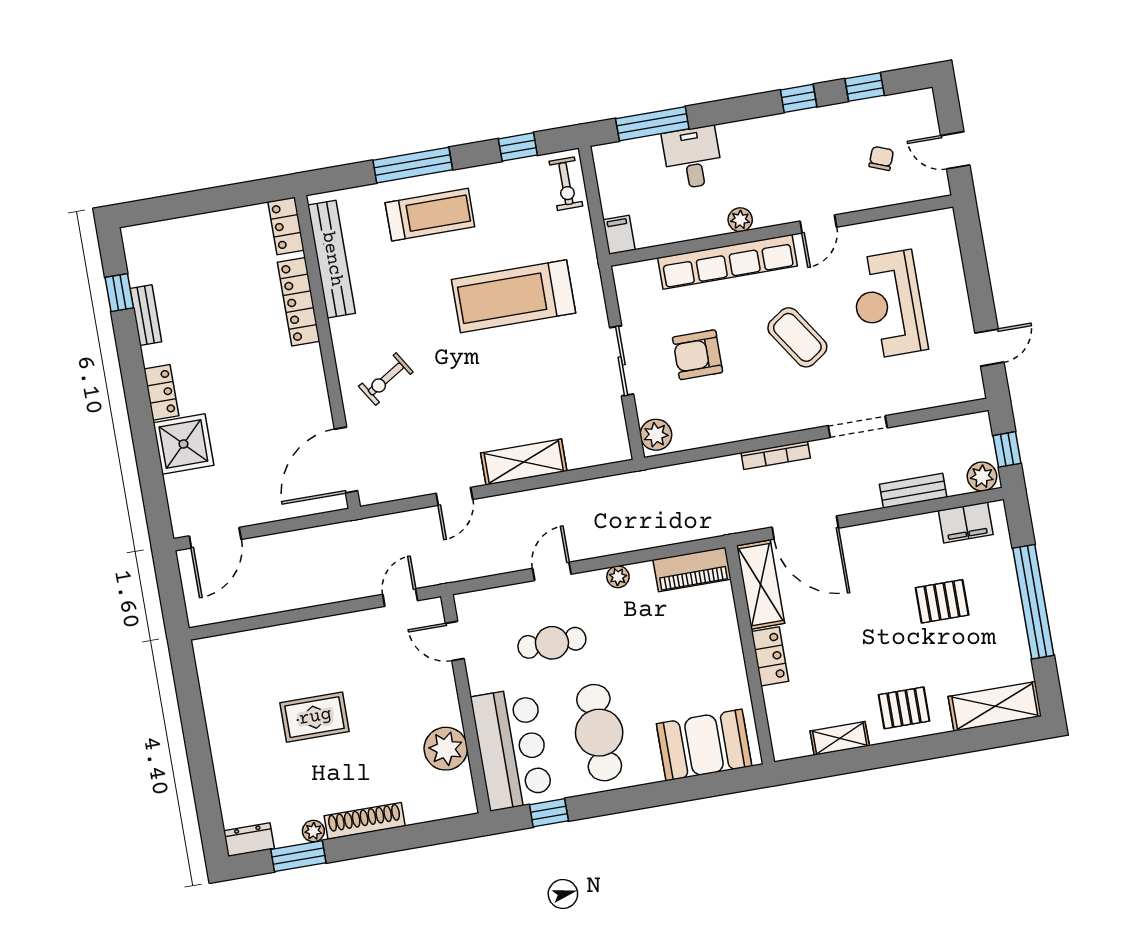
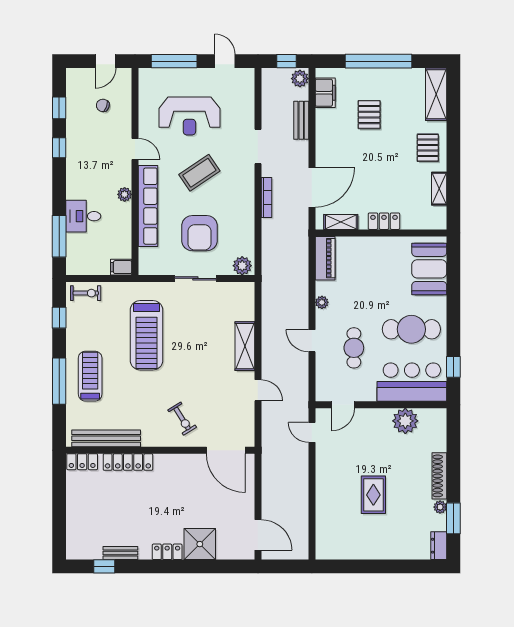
window: (975, 264) -> (174, 61), added
armchair: (698, 355) -> (200, 233), width x1.36, depth x1.36
shelving: (761, 585) -> (341, 222), width x0.67, depth x0.75

